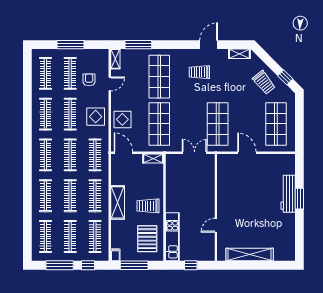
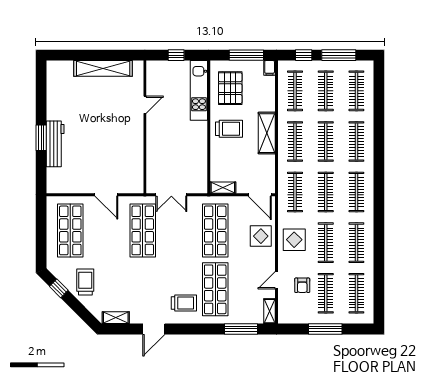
trolley: (199, 72) -> (184, 303), moved
trolley: (264, 82) -> (85, 282), turned 39

